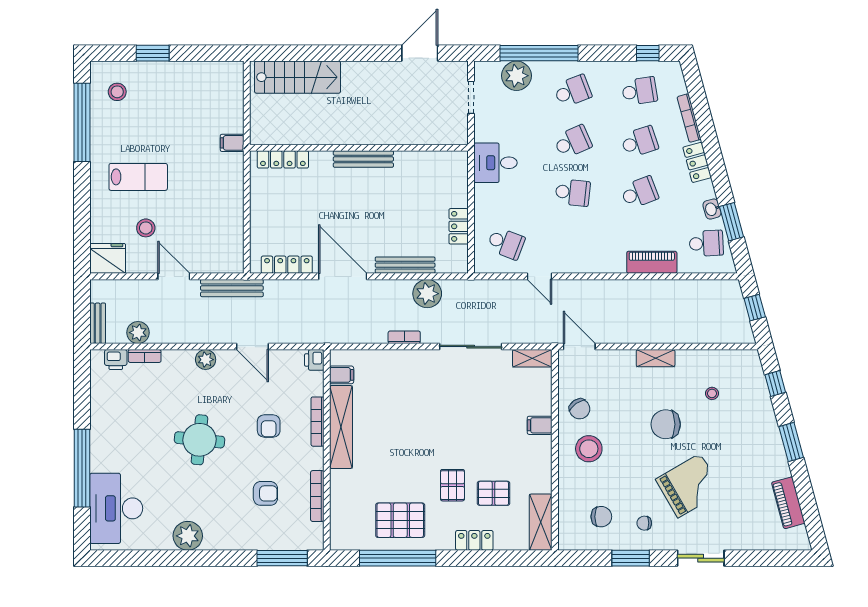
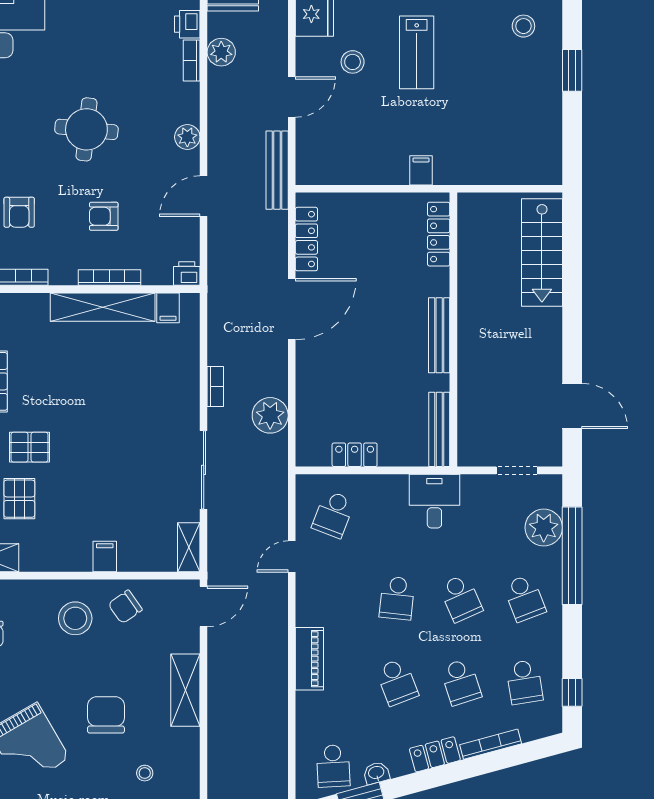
filing cabinet: (232, 143) -> (421, 170), moved
piano: (652, 262) -> (309, 659), moved
bench: (405, 265) -> (439, 429), moved
shelving: (656, 358) -> (185, 690), width x1.50, depth x1.33

